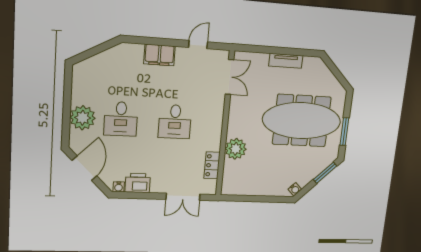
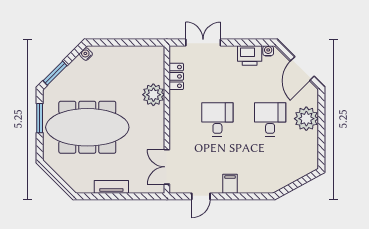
filing cabinet: (159, 55) -> (230, 184), width x0.50

